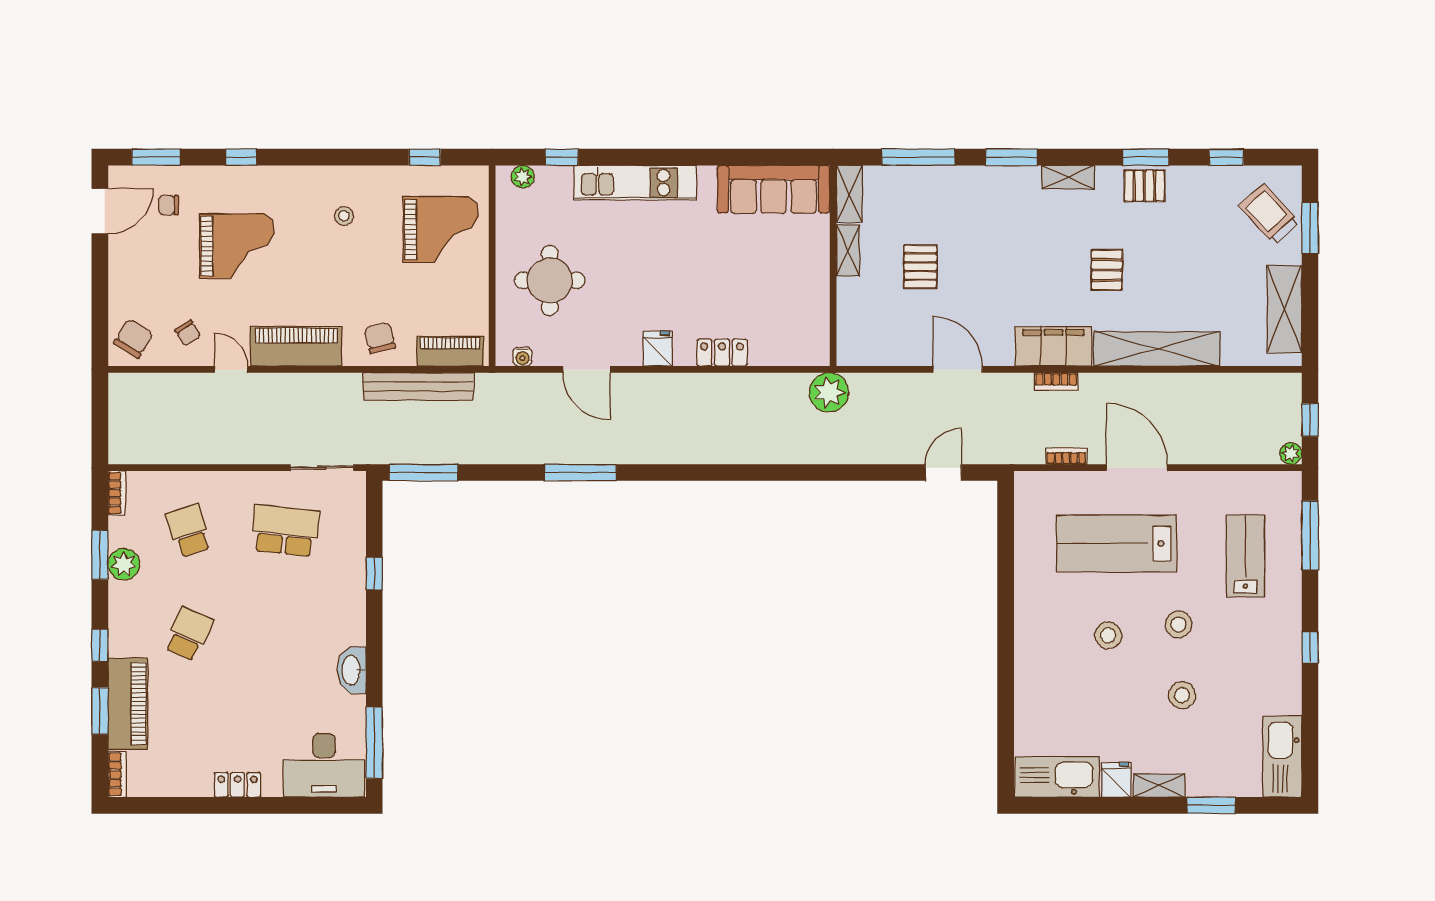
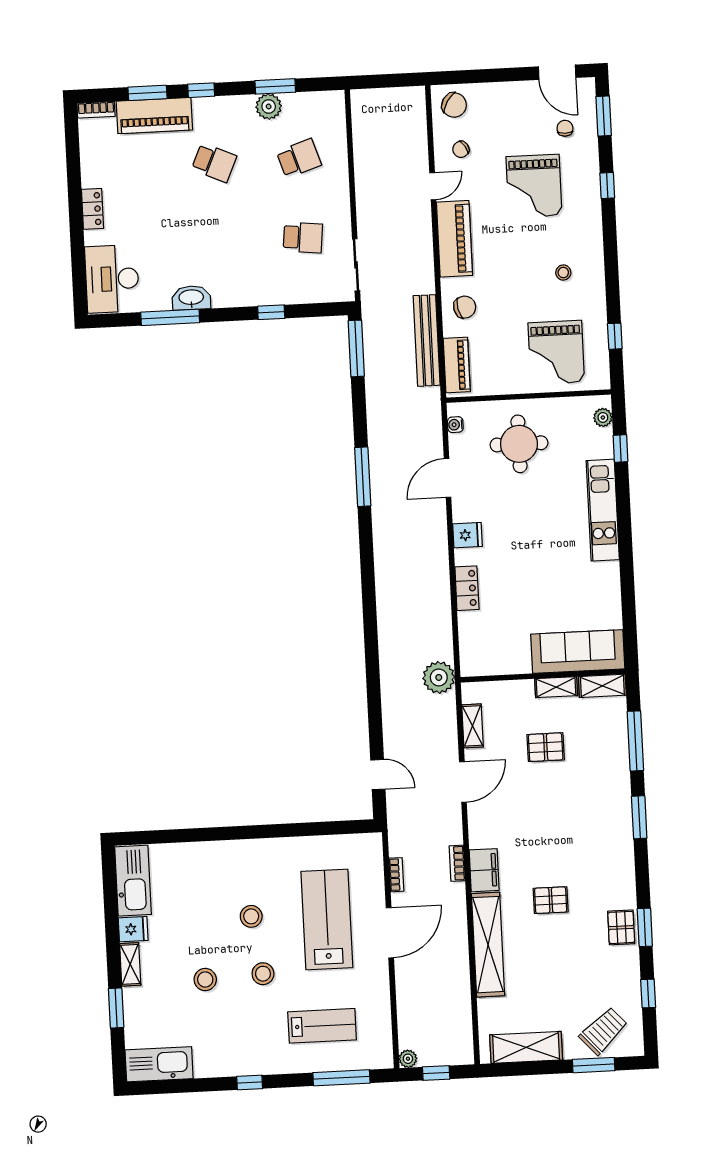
shelving: (1068, 177) -> (473, 726), moved
sofa: (774, 189) -> (578, 651), moved, turned 90
filing cabinet: (1053, 346) -> (484, 870), width x0.67, depth x0.86
bookcase: (117, 493) -> (327, 98), removed
school desk: (285, 531) -> (303, 238), width x0.54
window: (374, 743) -> (170, 317), moved

